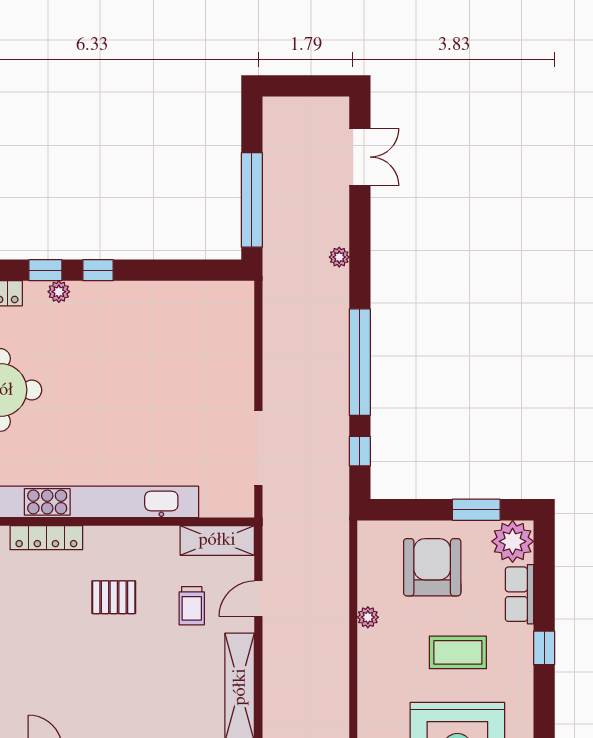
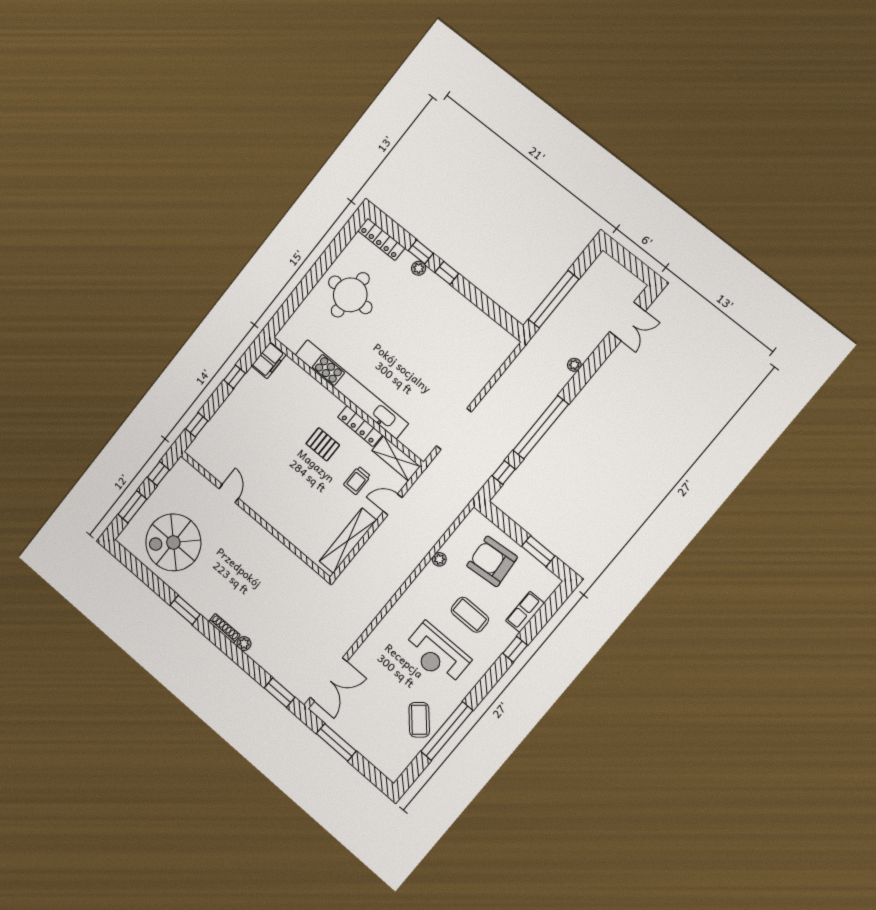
locker: (46, 538) -> (360, 426), moved
plant: (513, 541) -> (544, 583), removed
armchair: (432, 567) -> (492, 561), turned -95

